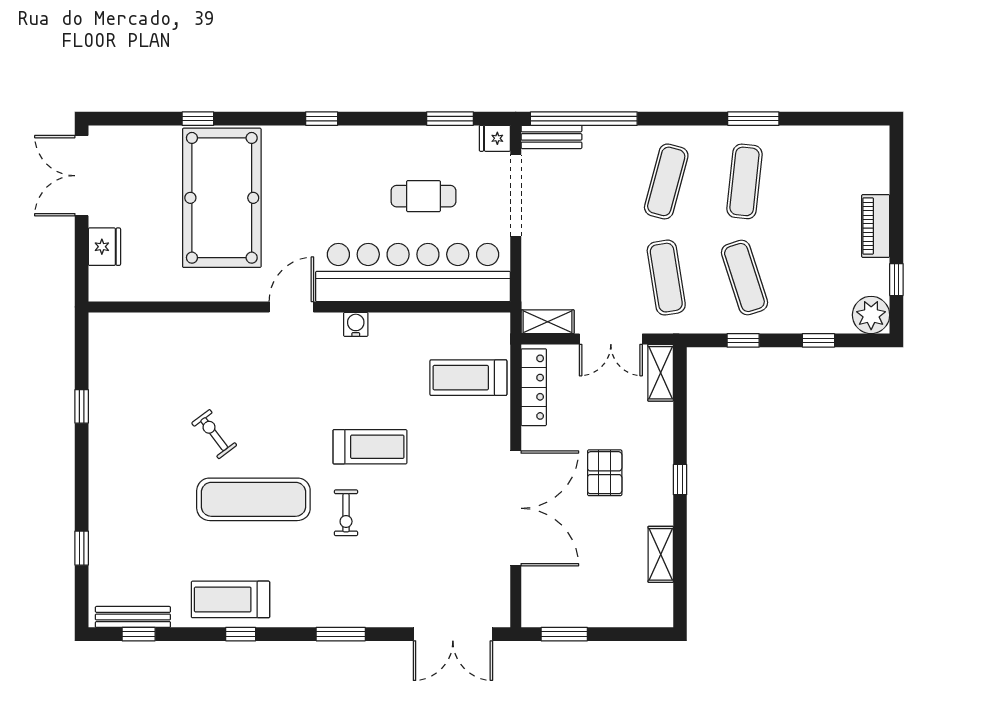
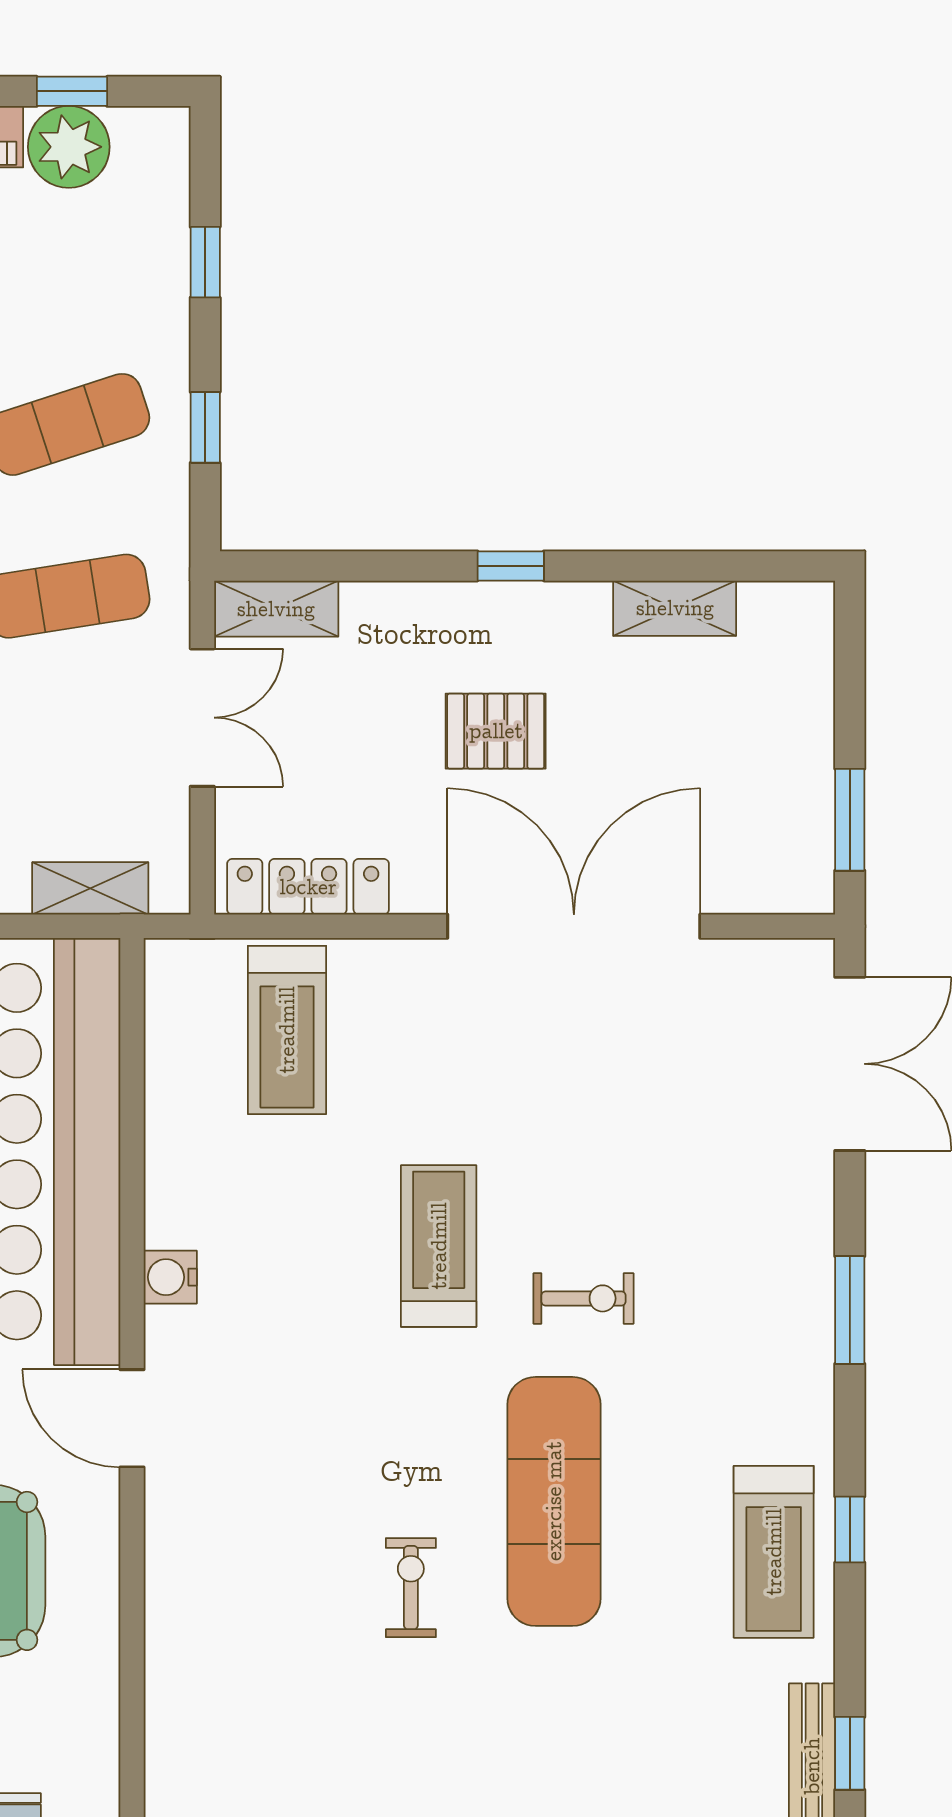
plant: (871, 315) -> (69, 147), moved
shelving: (548, 322) -> (90, 888), moved, turned 90
exercise bike: (214, 434) -> (411, 1588), turned 127

